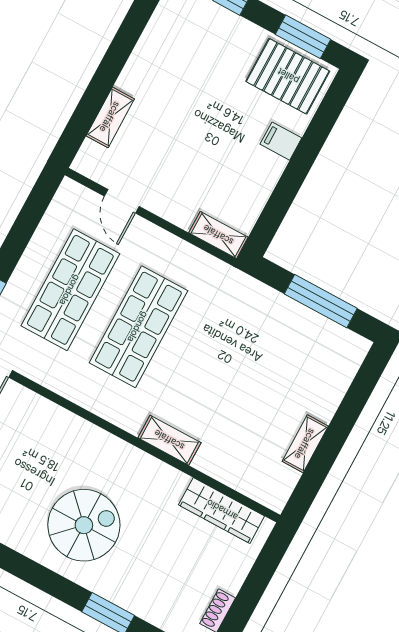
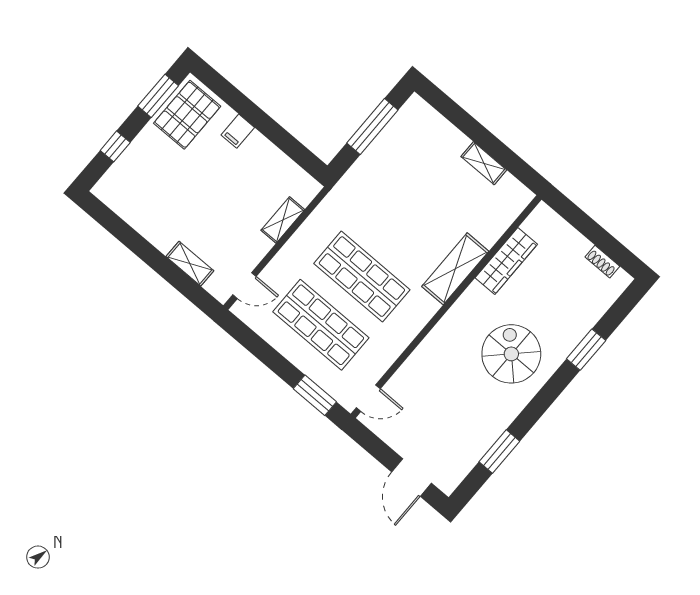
door: (122, 201) -> (245, 286), moved
shelving: (218, 235) -> (283, 220), moved
shelving: (169, 440) -> (455, 269), width x1.50, depth x1.33
wardrobe: (222, 510) -> (506, 261), moved

